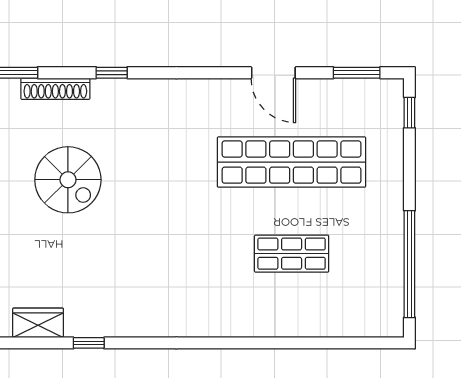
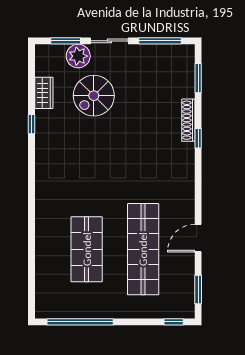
shoe rack: (55, 89) -> (188, 120), moved
spiral stairs: (68, 180) -> (94, 96), moved
shop shelf: (292, 254) -> (87, 249), width x1.43, depth x1.36

